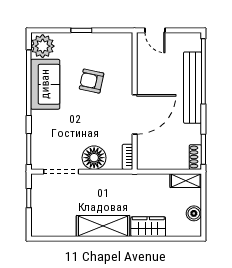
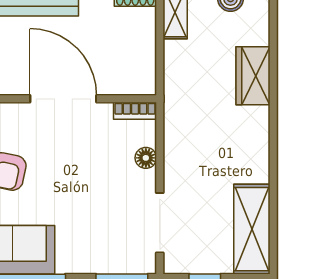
floor lamp: (94, 158) -> (146, 158), width x0.53, depth x0.53
shelving: (103, 226) -> (252, 229), moved

